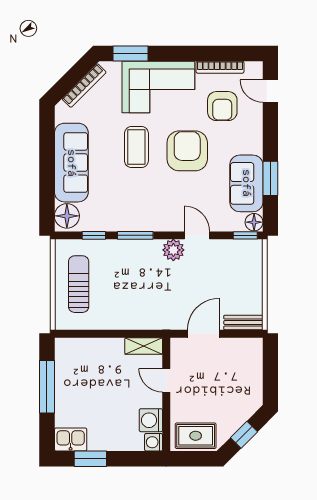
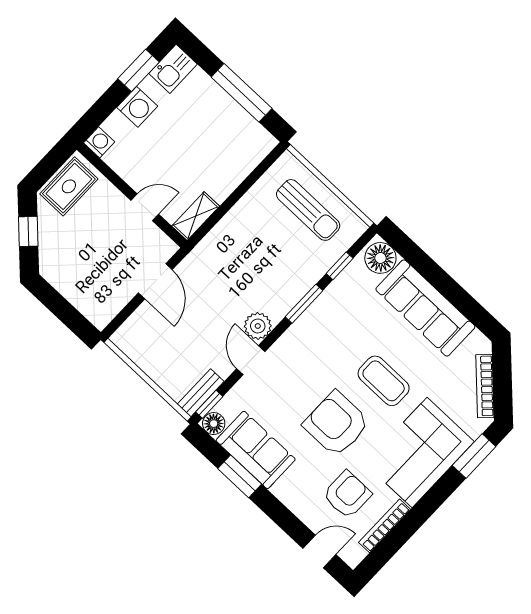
armchair: (222, 106) -> (347, 495), turned 90
armchair: (187, 151) -> (336, 424), turned 180
door: (197, 235) -> (251, 360), swing flipped
bench: (243, 323) -> (201, 393), moved
washing machine: (151, 420) -> (137, 107), moved, turned 90

